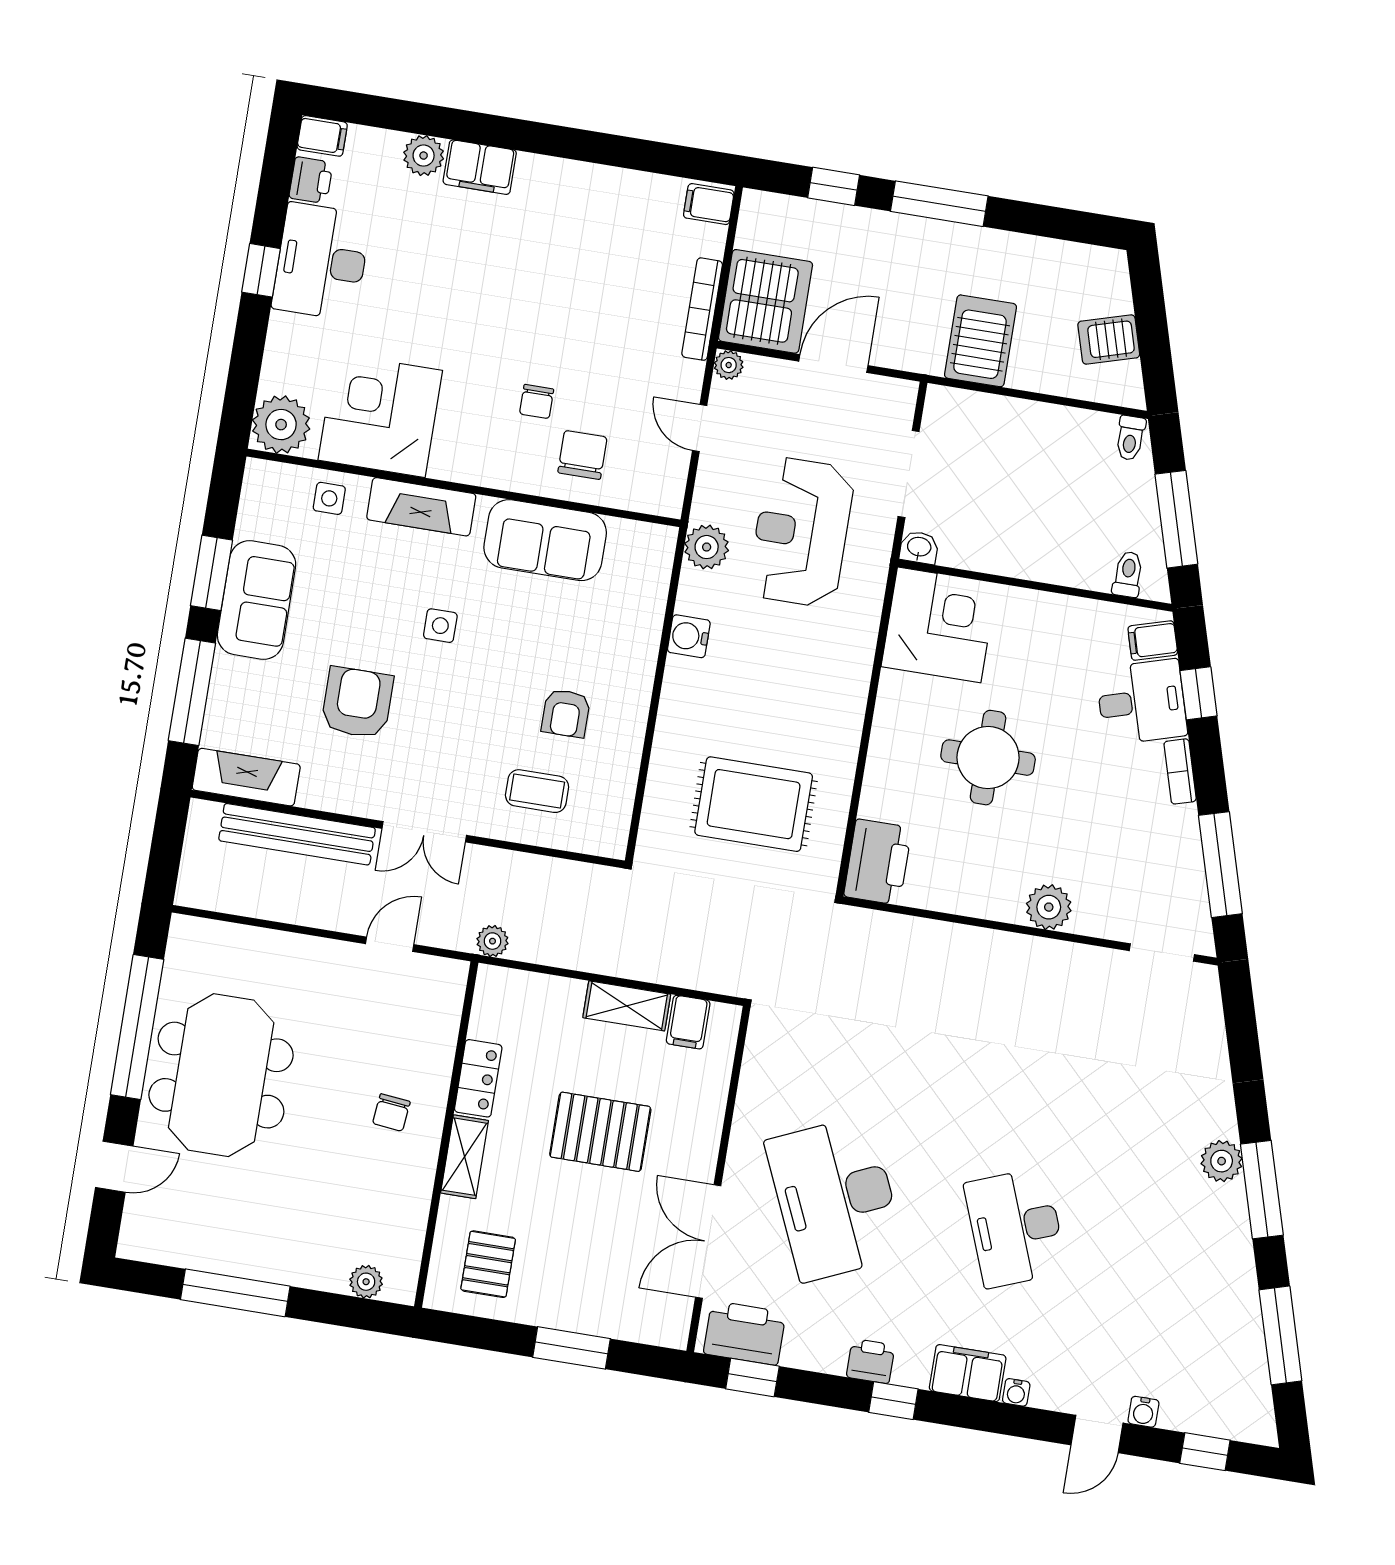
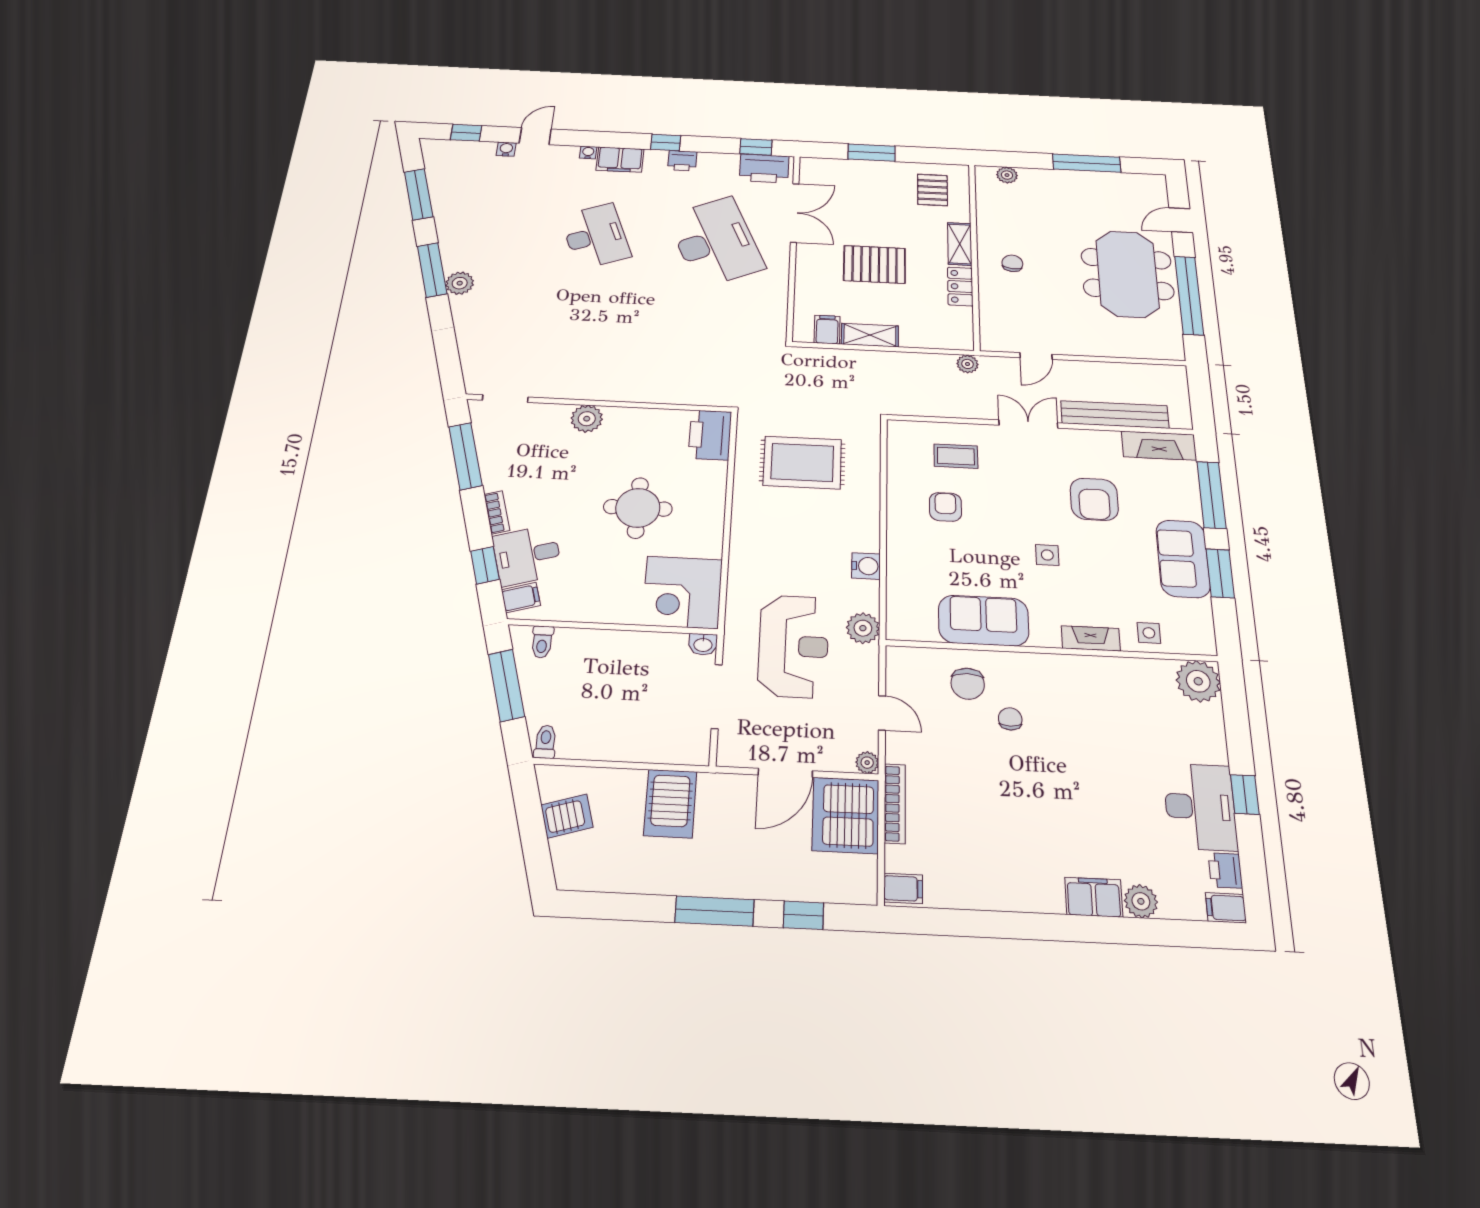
corner desk: (380, 415) -> (1126, 696), removed
fireplace: (421, 507) -> (1091, 638), width x0.73, depth x0.76

